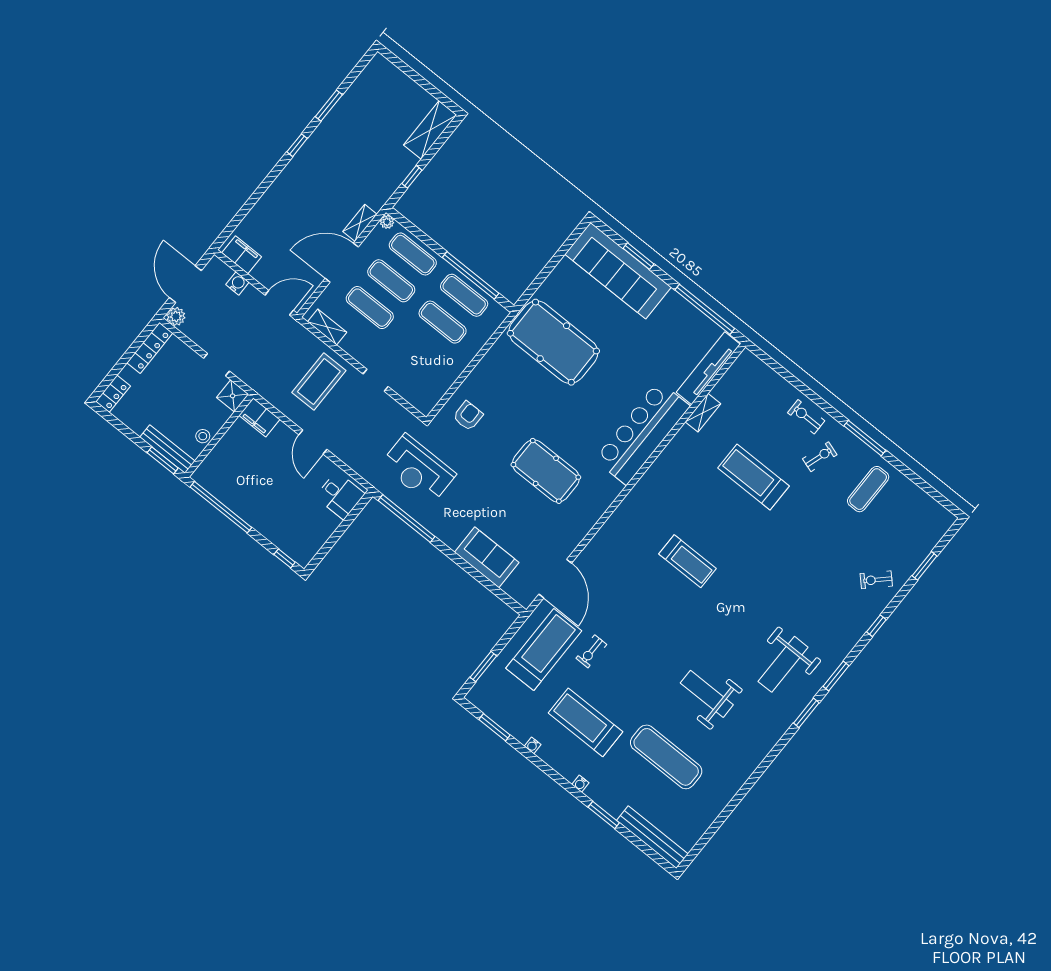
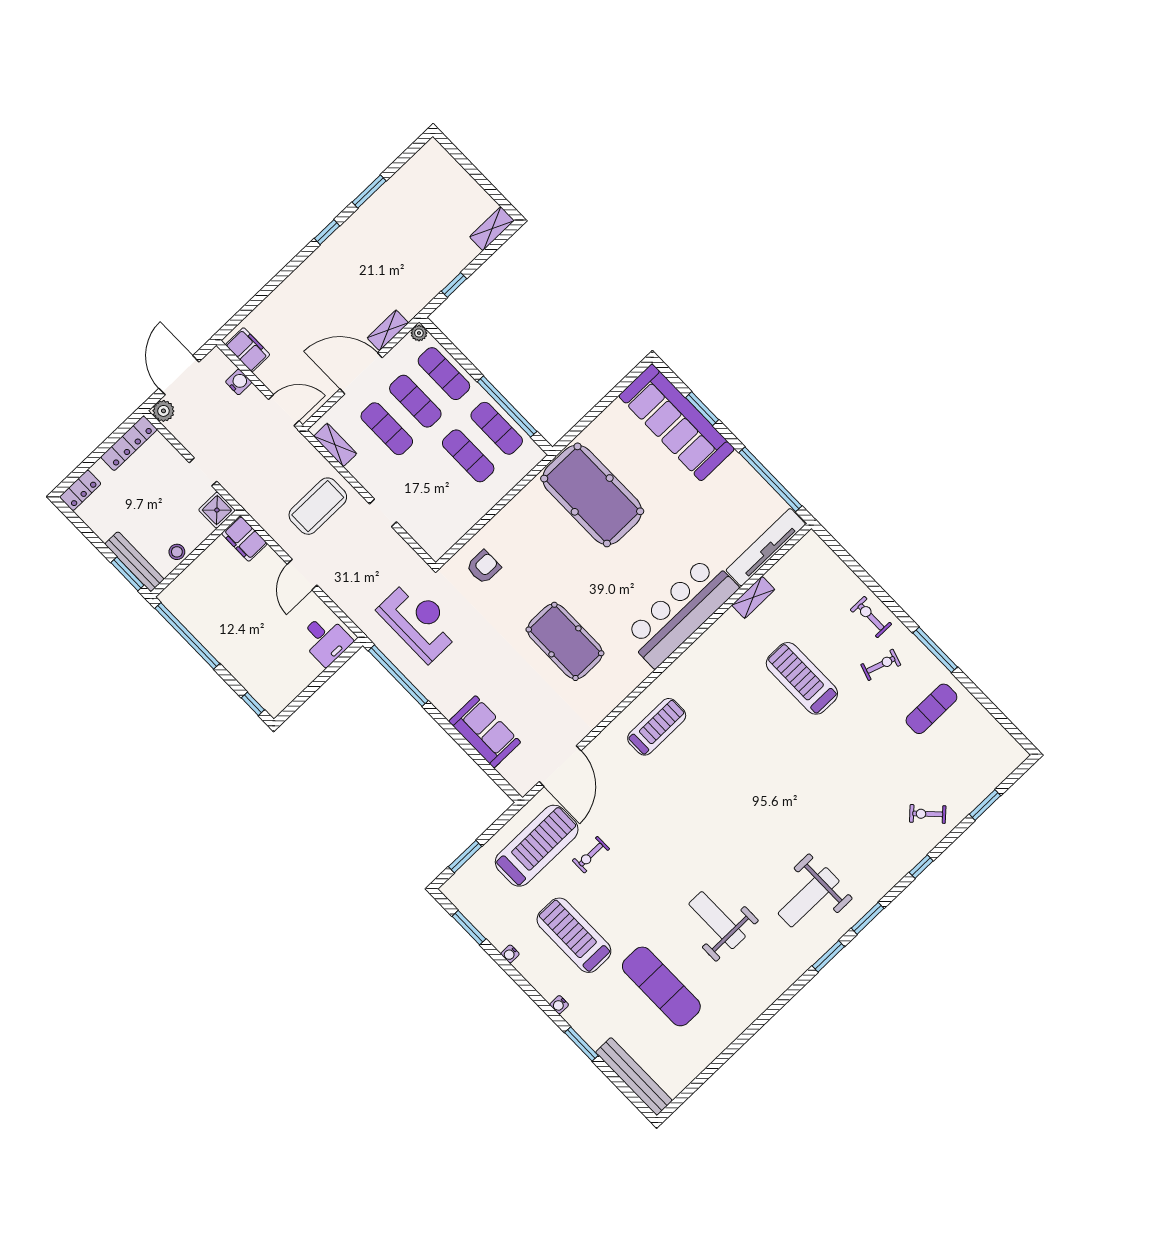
shelving: (430, 130) -> (492, 229), width x0.67, depth x0.75
reception desk: (418, 469) -> (419, 621), turned 180
treadmill: (687, 561) -> (657, 727), moved, turned -90

